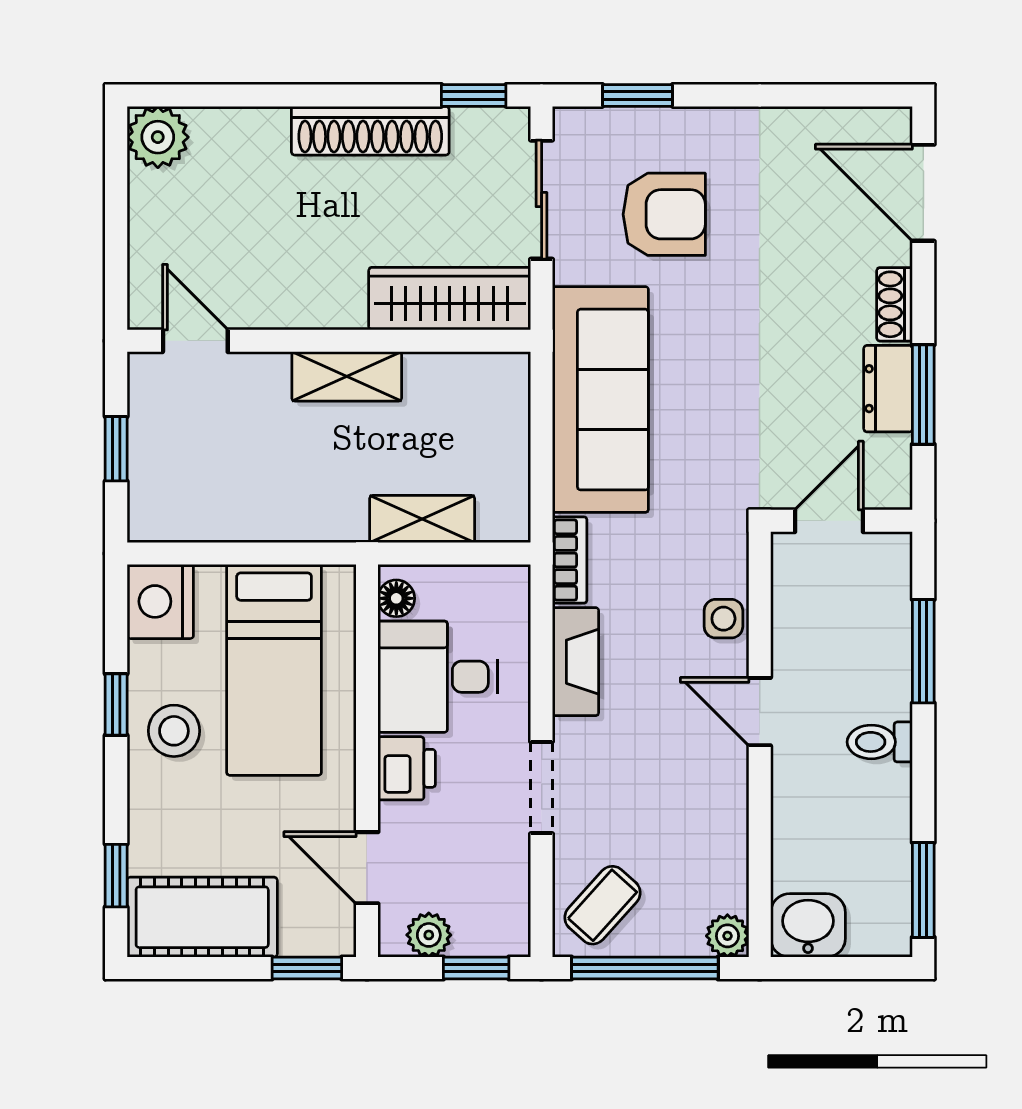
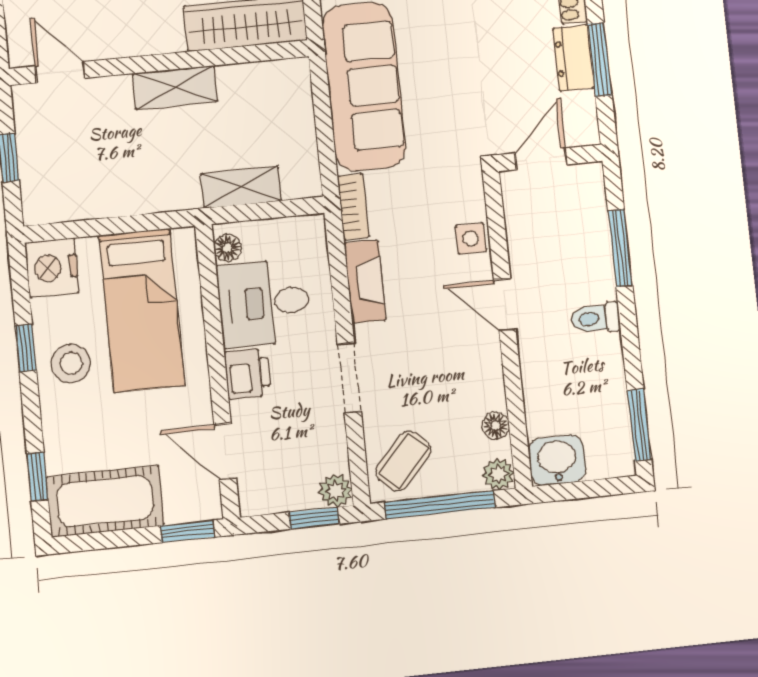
floor lamp: (731, 871) -> (496, 426), added
plant: (429, 935) -> (336, 491), moved

